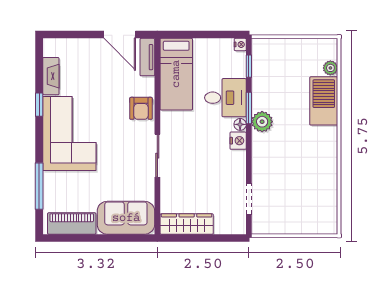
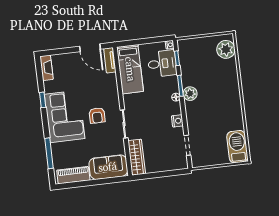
plant: (330, 68) -> (226, 49), width x1.88, depth x1.88
fireplace: (51, 76) -> (47, 68), moved
desk: (225, 98) -> (162, 64), moved
barbecue: (324, 101) -> (237, 147), moved
armchair: (141, 108) -> (97, 116), moved
nightstand: (238, 141) -> (177, 121), moved
wardrobe: (187, 224) -> (137, 157), moved, turned 90

